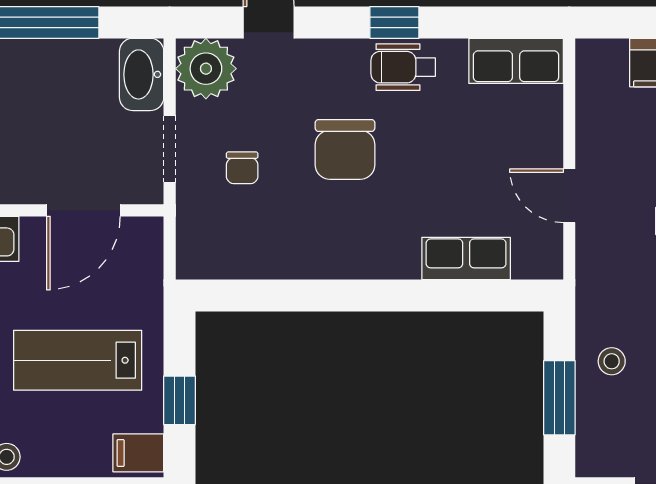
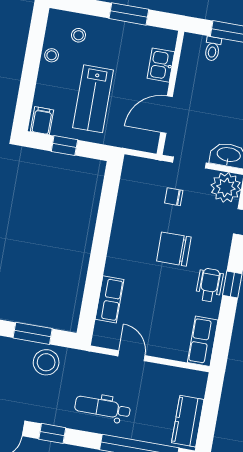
door: (569, 196) -> (131, 356), hinge flipped
door: (83, 210) -> (167, 115), hinge flipped
lab bench: (78, 360) -> (93, 99), turned 180
stool: (612, 361) -> (46, 362), width x1.89, depth x1.89

